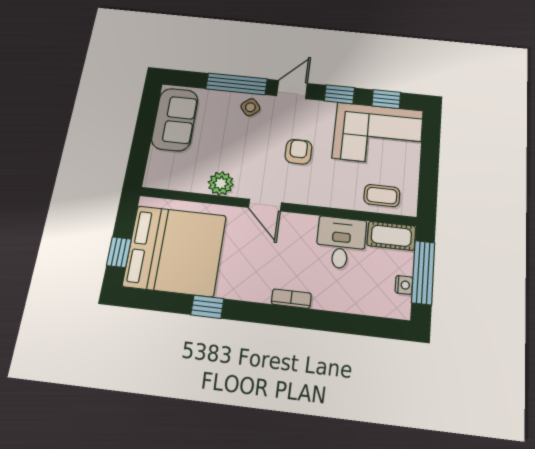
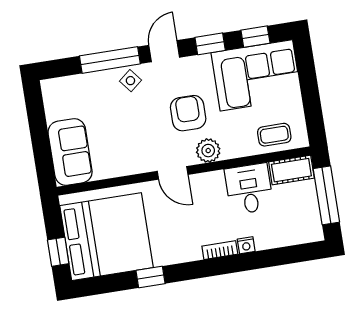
sofa: (175, 119) -> (70, 152), moved
armchair: (298, 152) -> (188, 113), width x1.38, depth x1.38
plant: (221, 183) -> (208, 151), moved
nightstand: (404, 285) -> (246, 245), moved, turned 90

